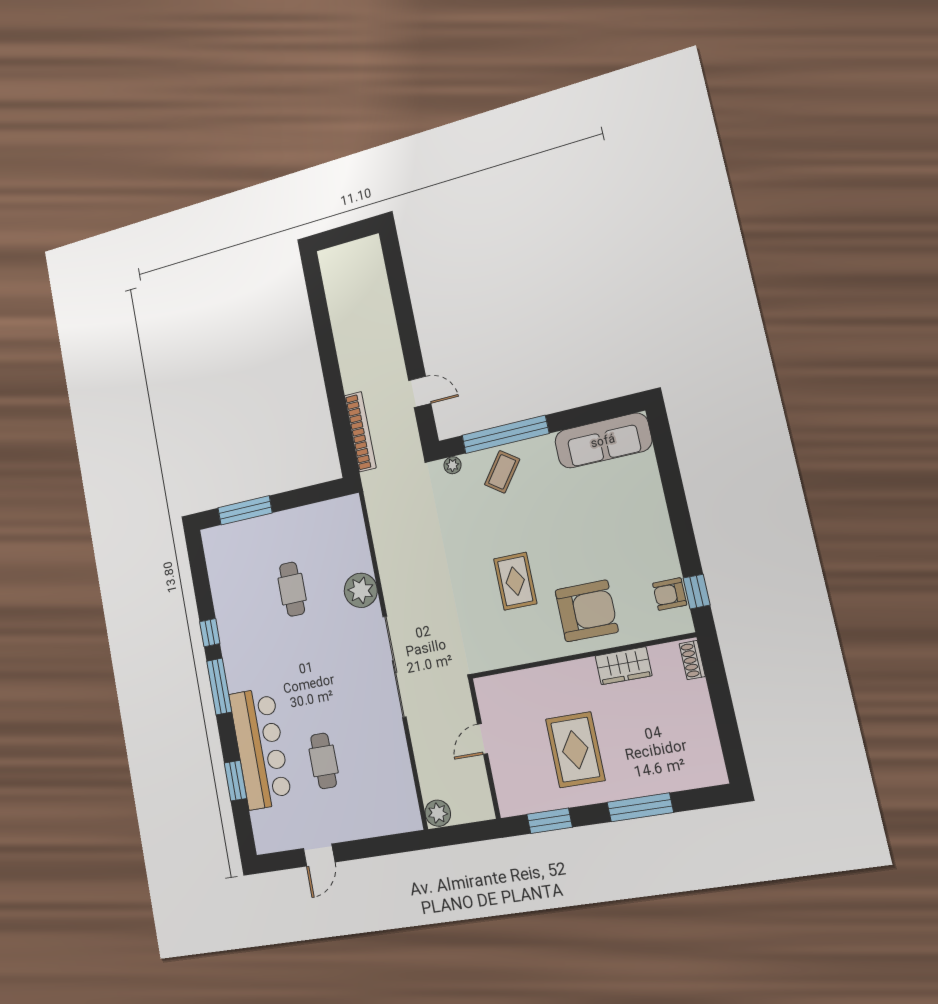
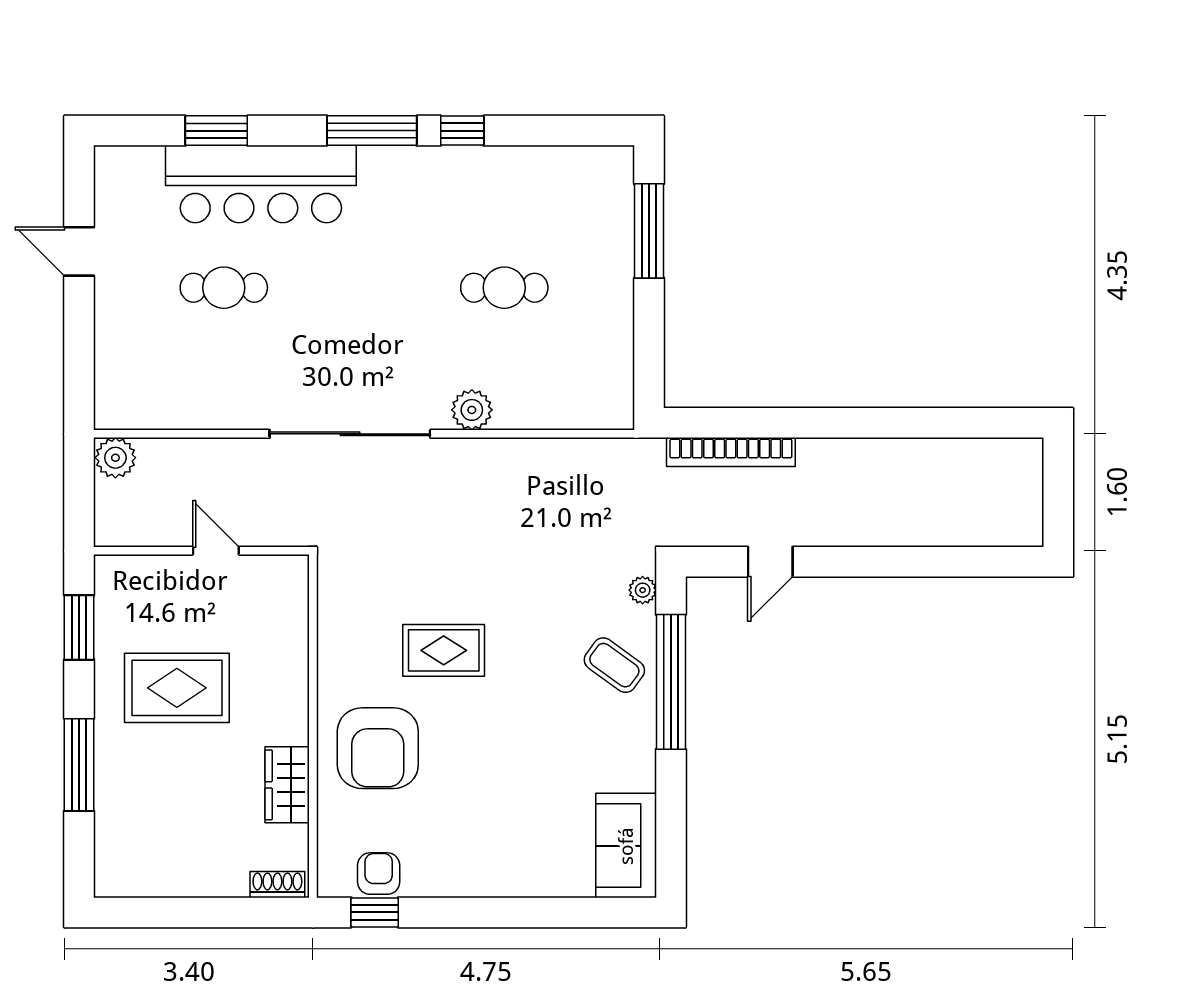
sofa: (603, 441) -> (626, 846), width x0.73
plant: (361, 590) -> (472, 410), width x0.73, depth x0.73

